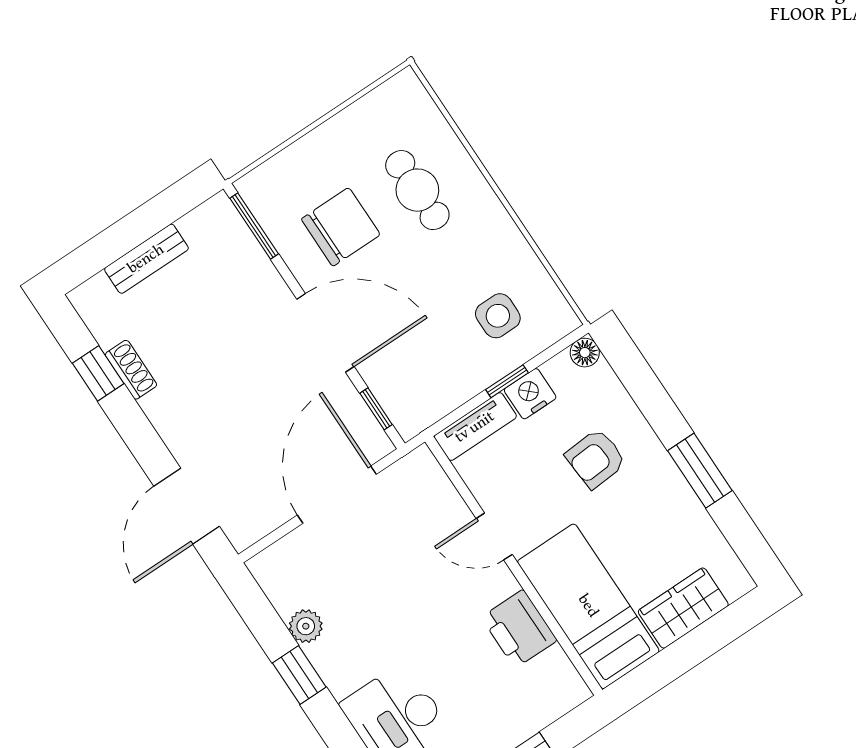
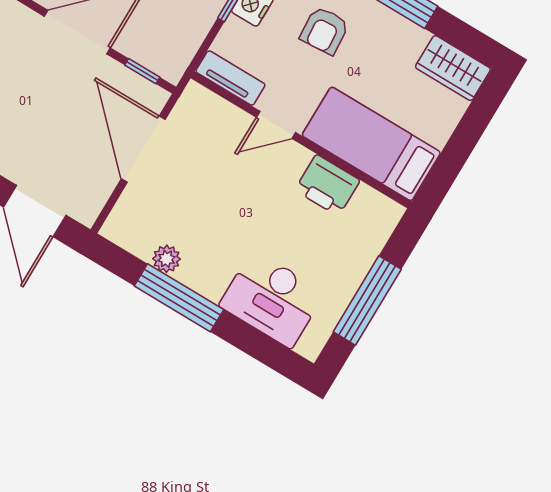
tv unit: (475, 427) -> (230, 78), moved, turned -90
wardrobe: (683, 608) -> (453, 68), moved, turned -90
window: (299, 675) -> (179, 298), width x2.17

